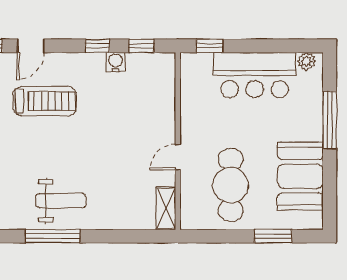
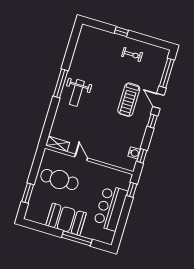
window: (97, 46) -> (152, 121), moved
plant: (306, 61) -> (110, 236), removed
water cooler: (116, 62) -> (134, 153), moved
booth: (300, 176) -> (66, 219), moved

